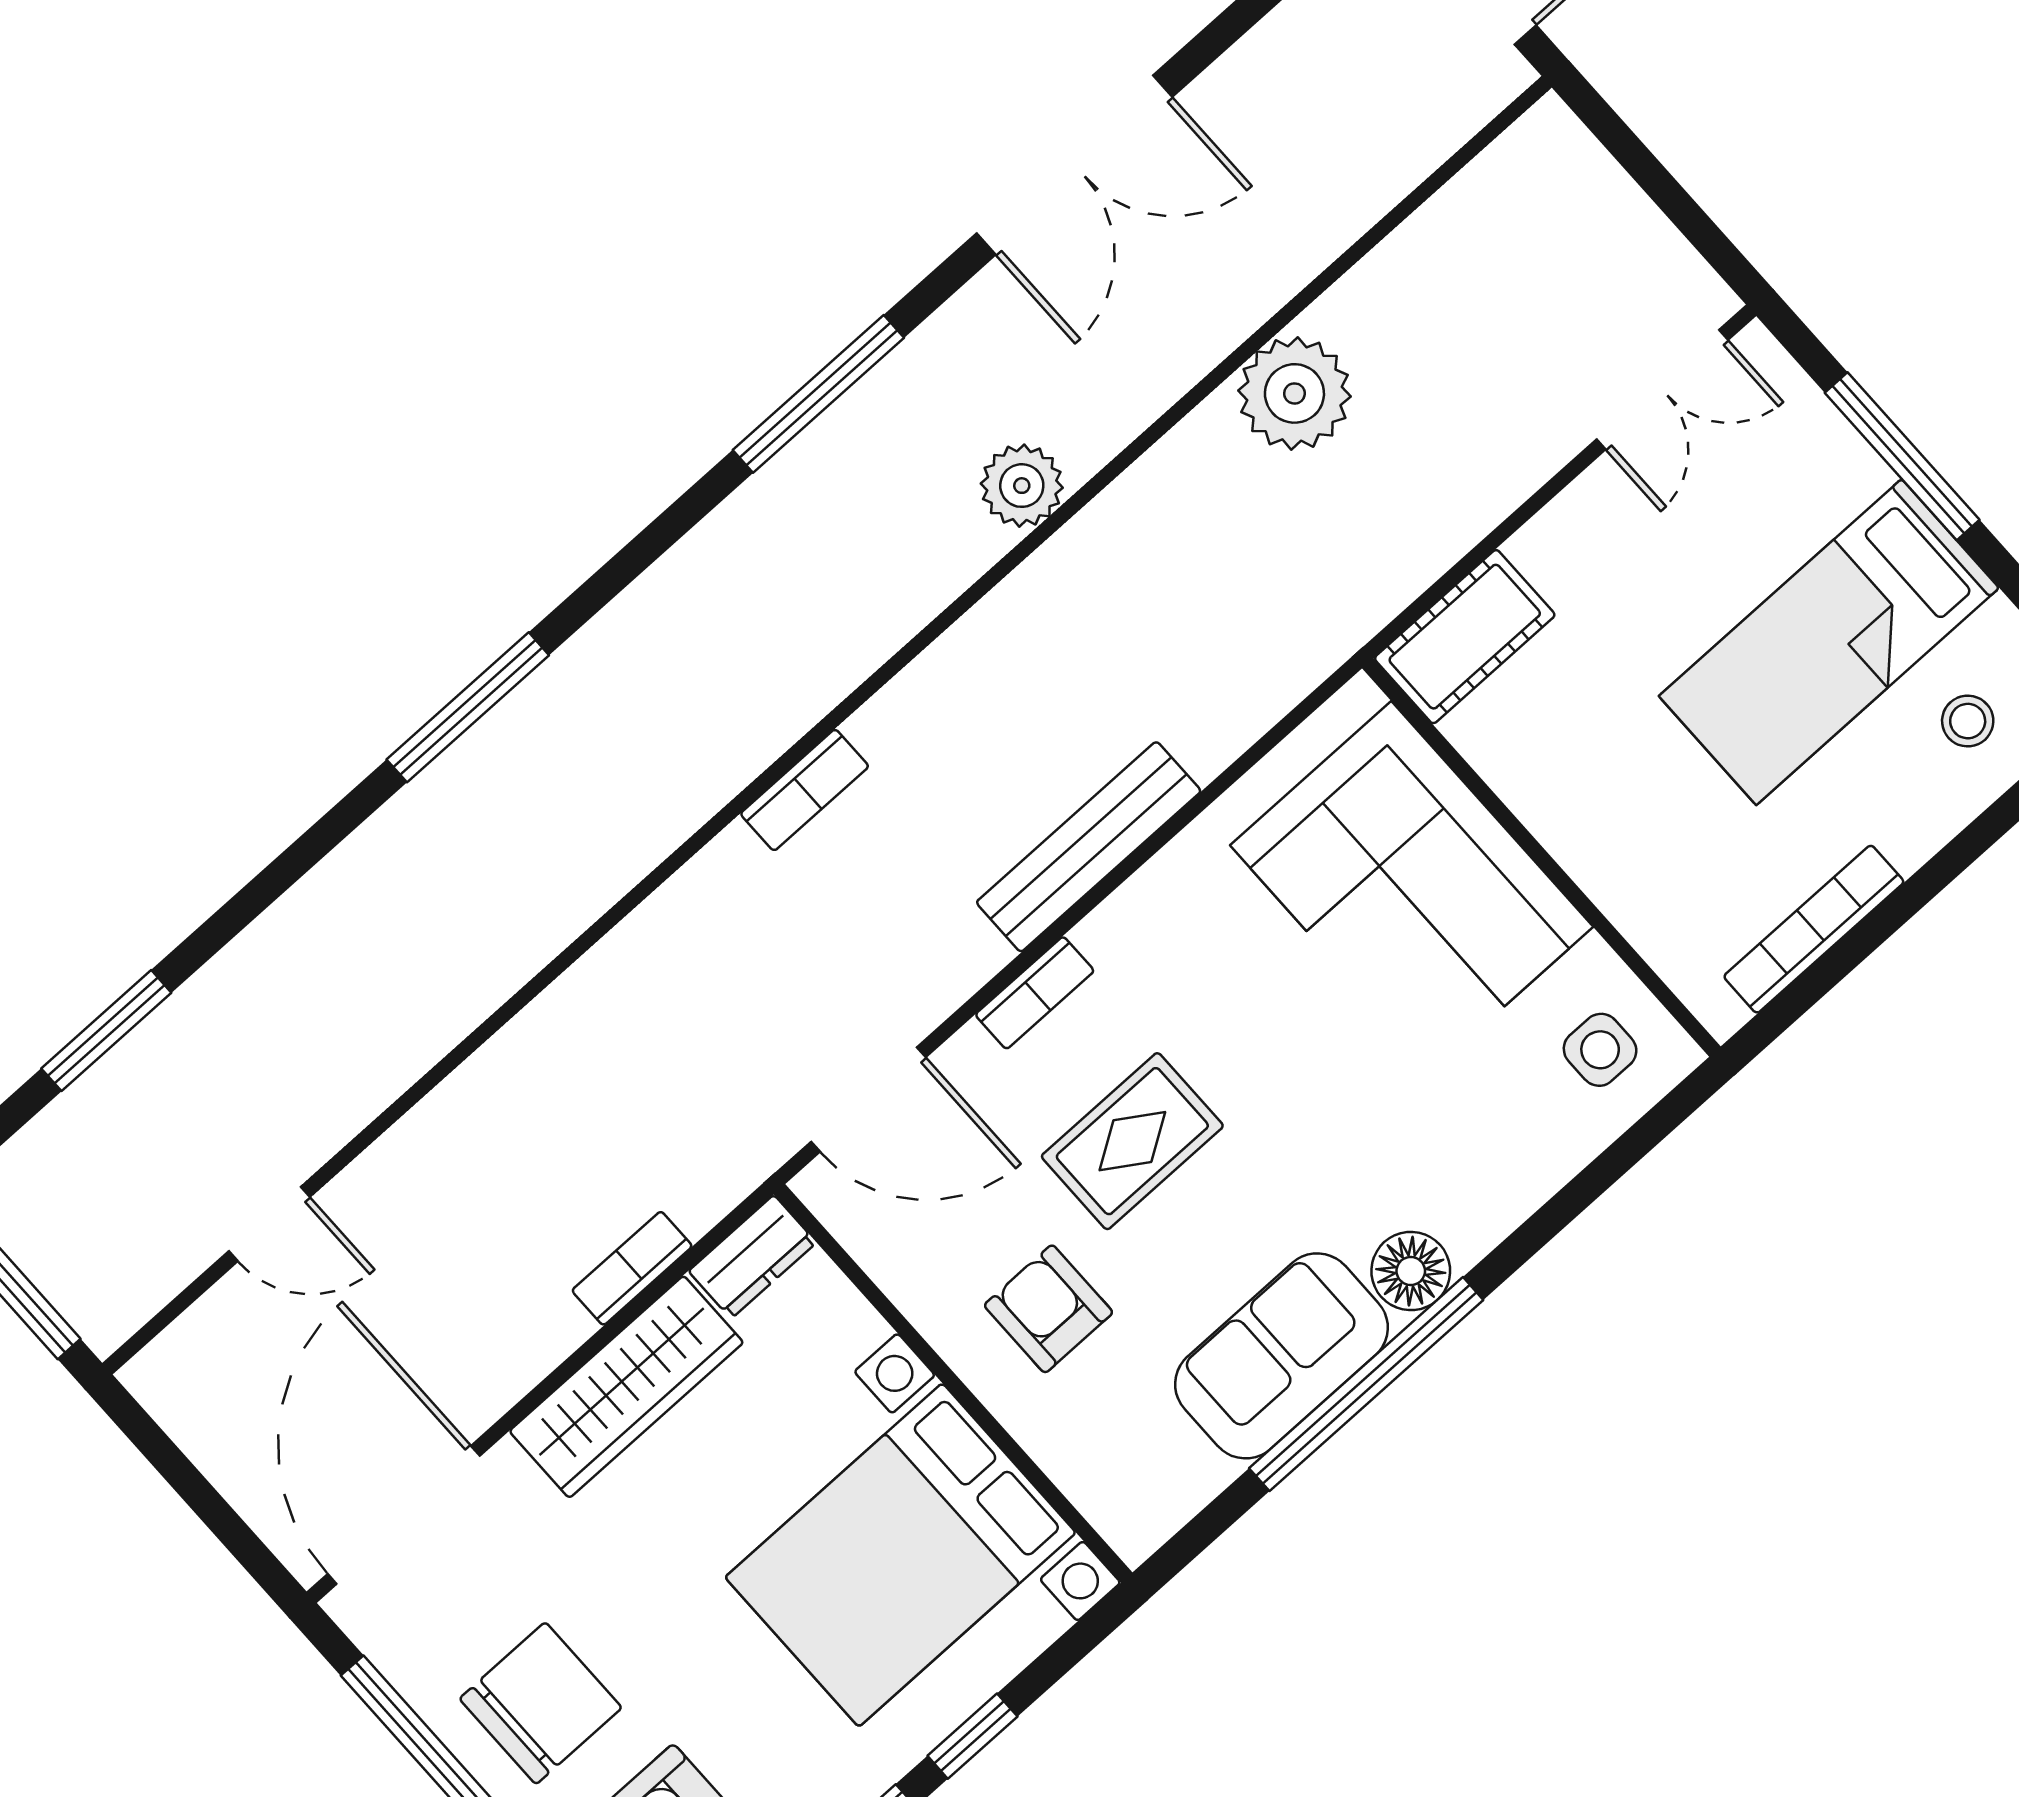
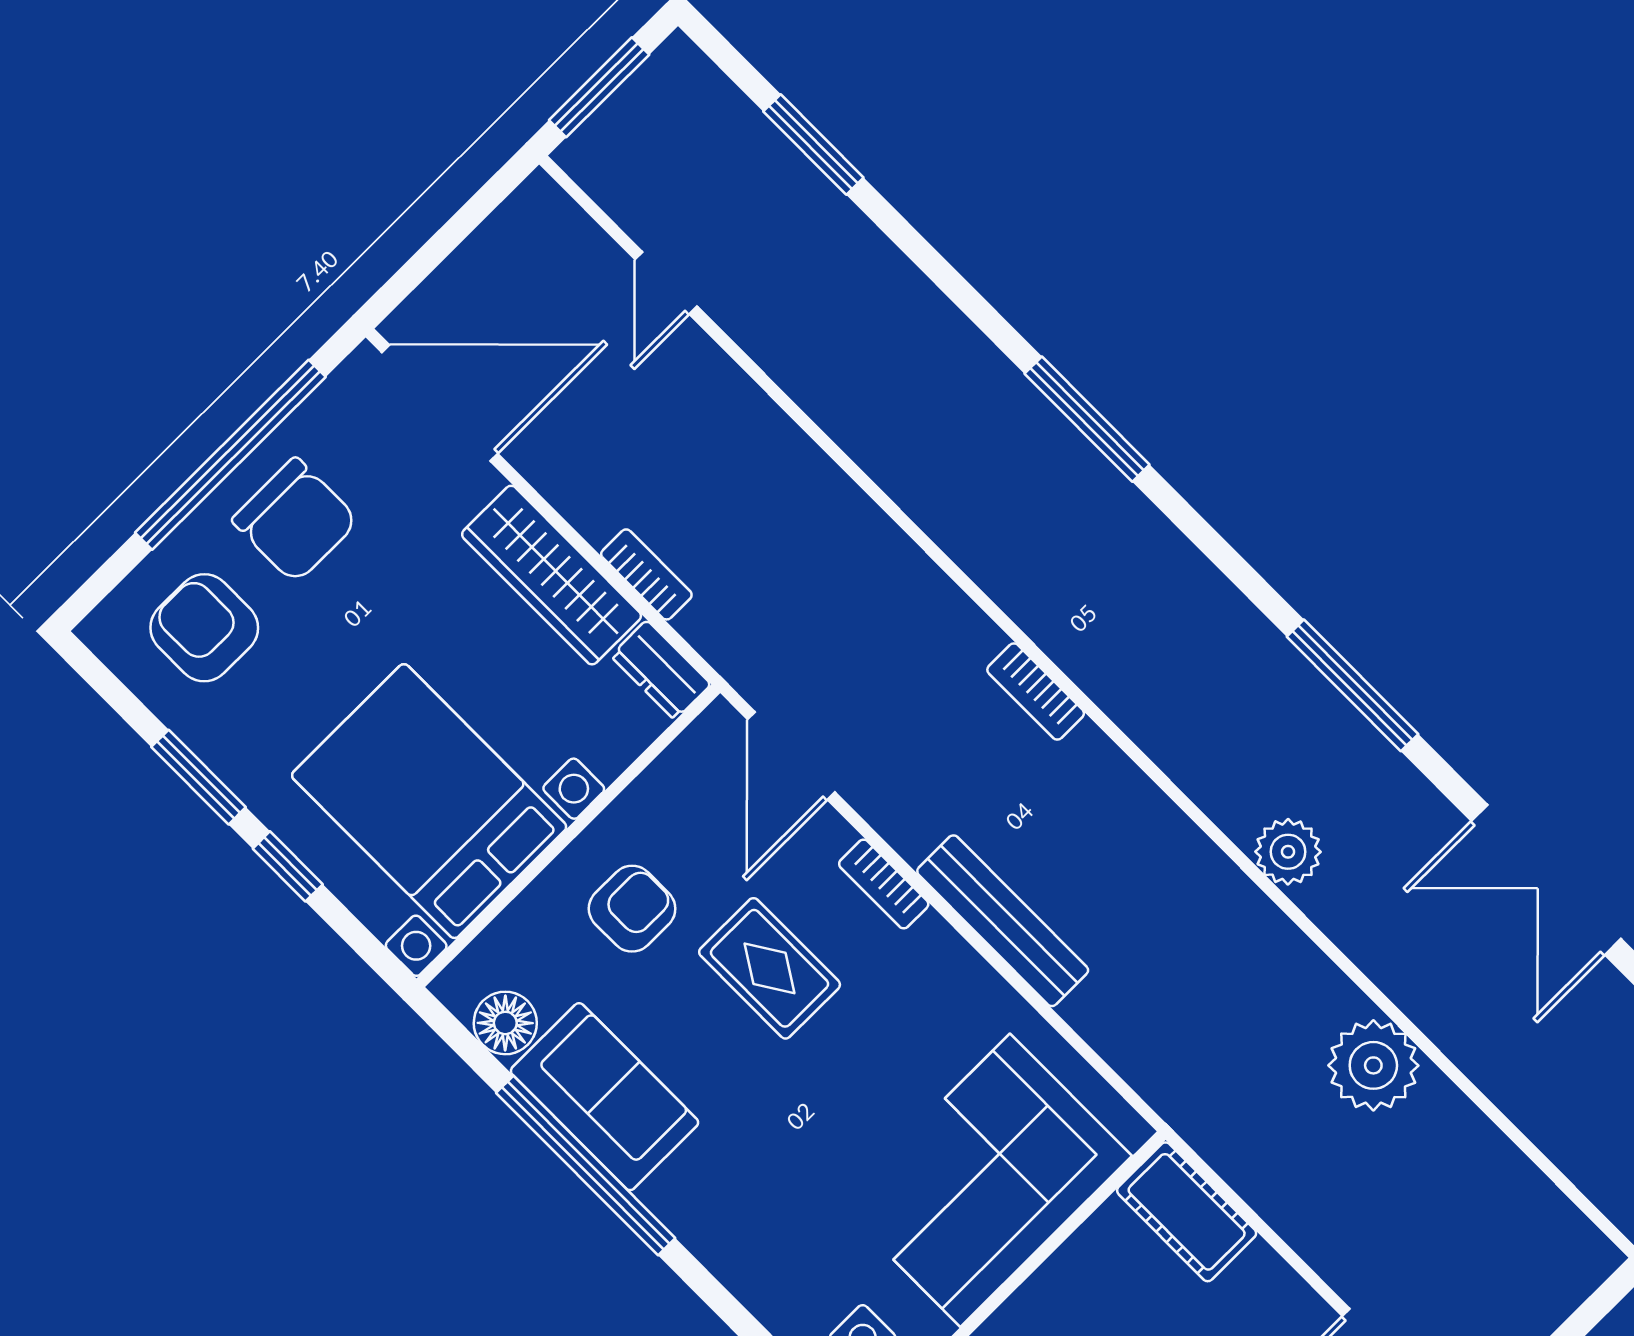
floor lamp: (1411, 1271) -> (505, 1023), moved

